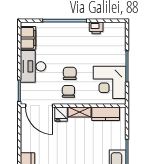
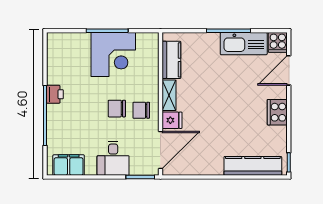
printer: (96, 28) -> (55, 94), moved
desk: (33, 66) -> (113, 158), width x0.73
corner desk: (110, 82) -> (113, 54), moved

